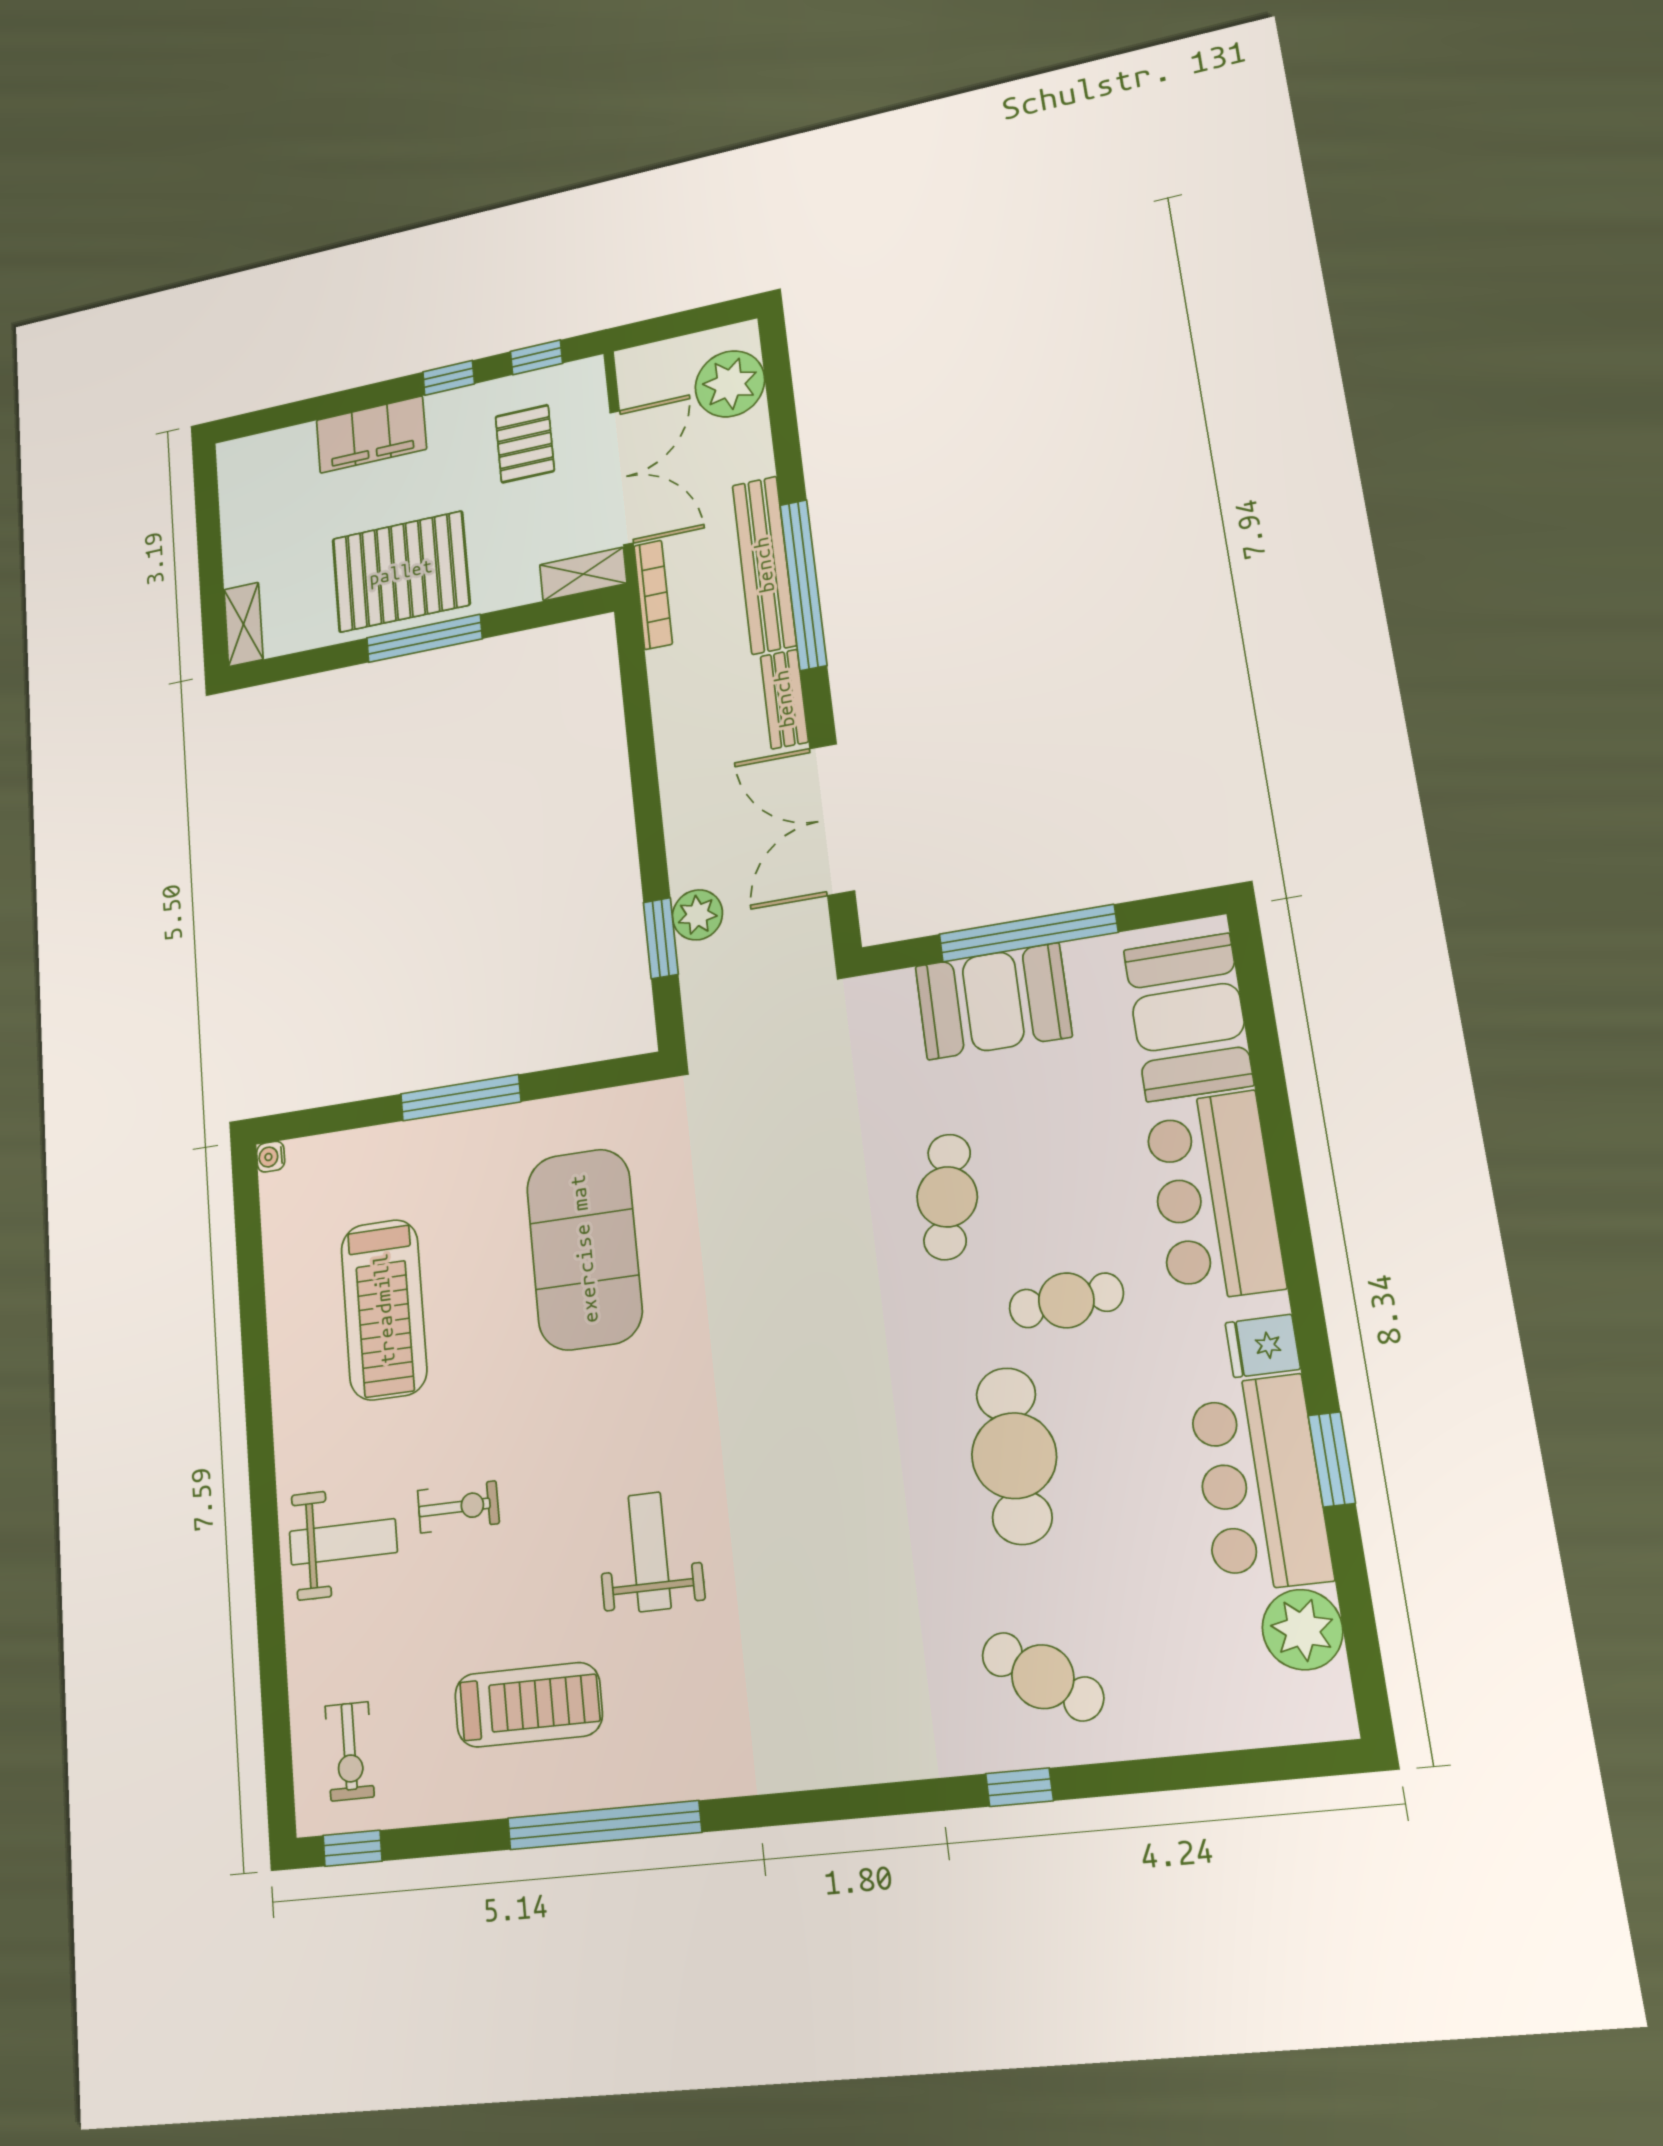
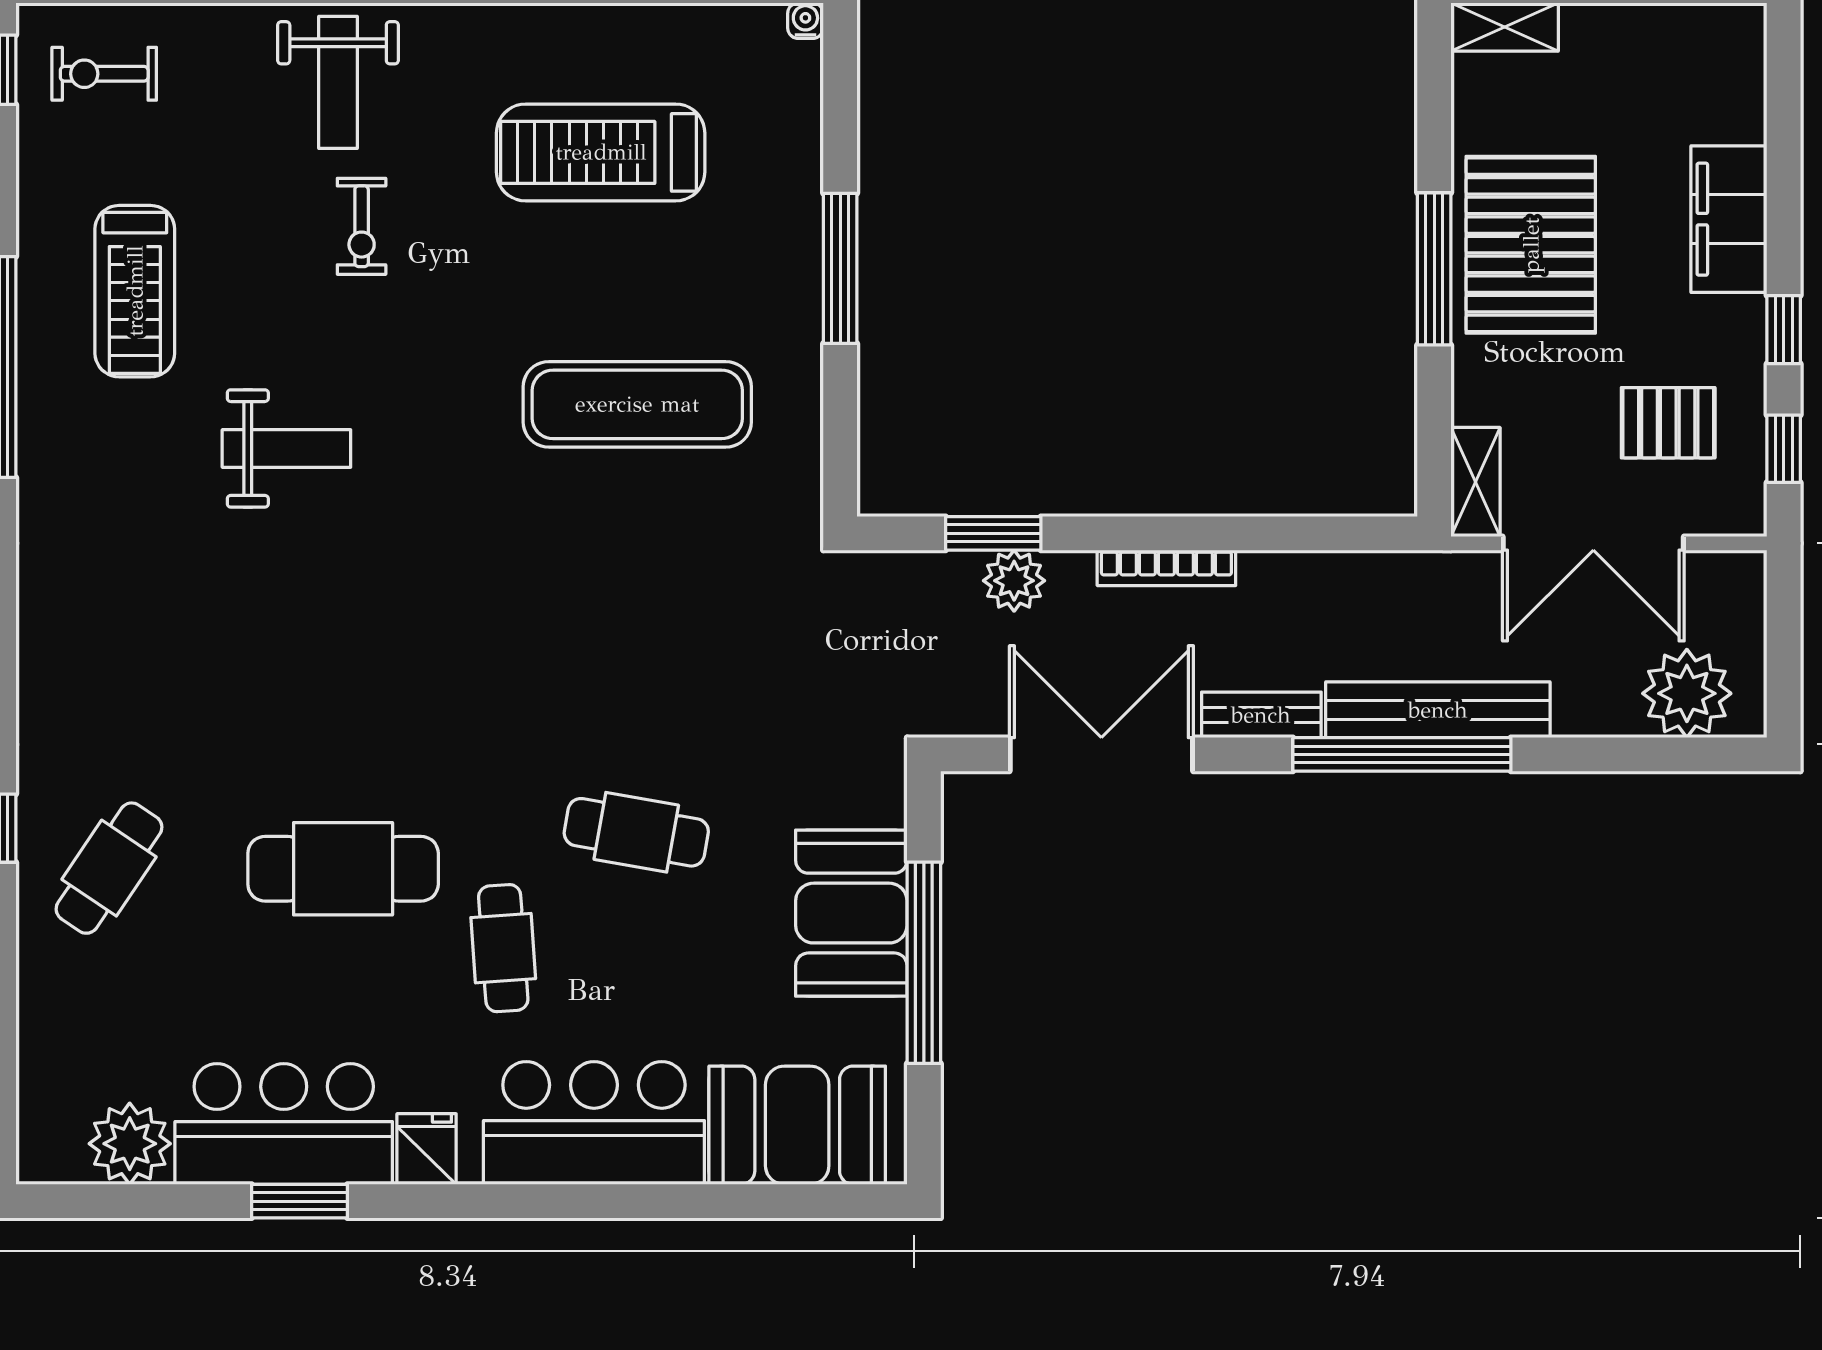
bookcase: (653, 595) -> (1166, 568), moved
exercise mat: (584, 1249) -> (637, 404), width x0.68

